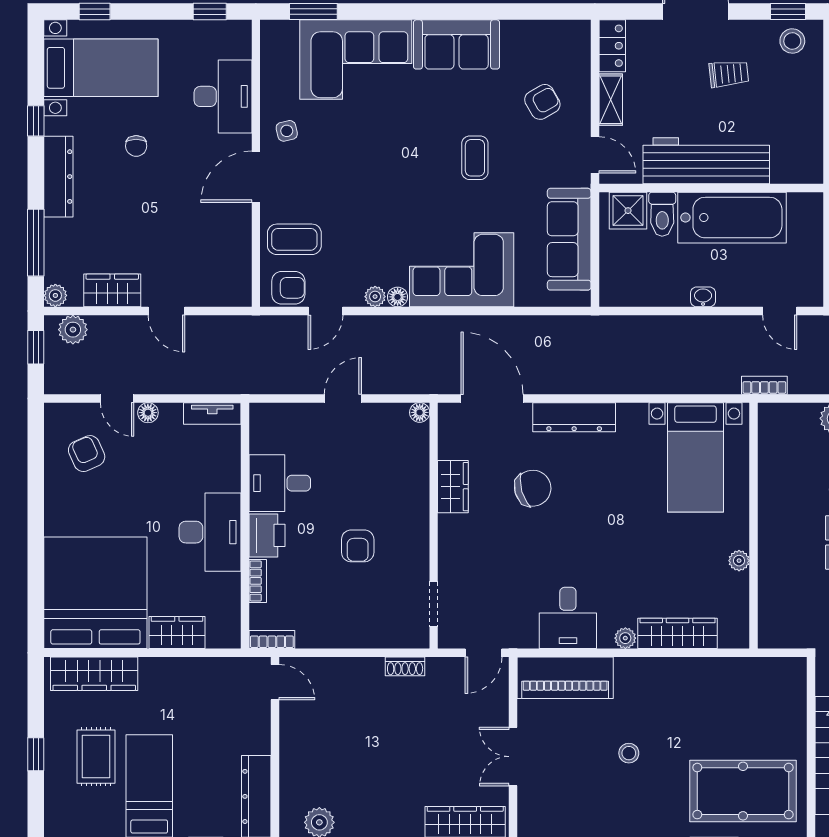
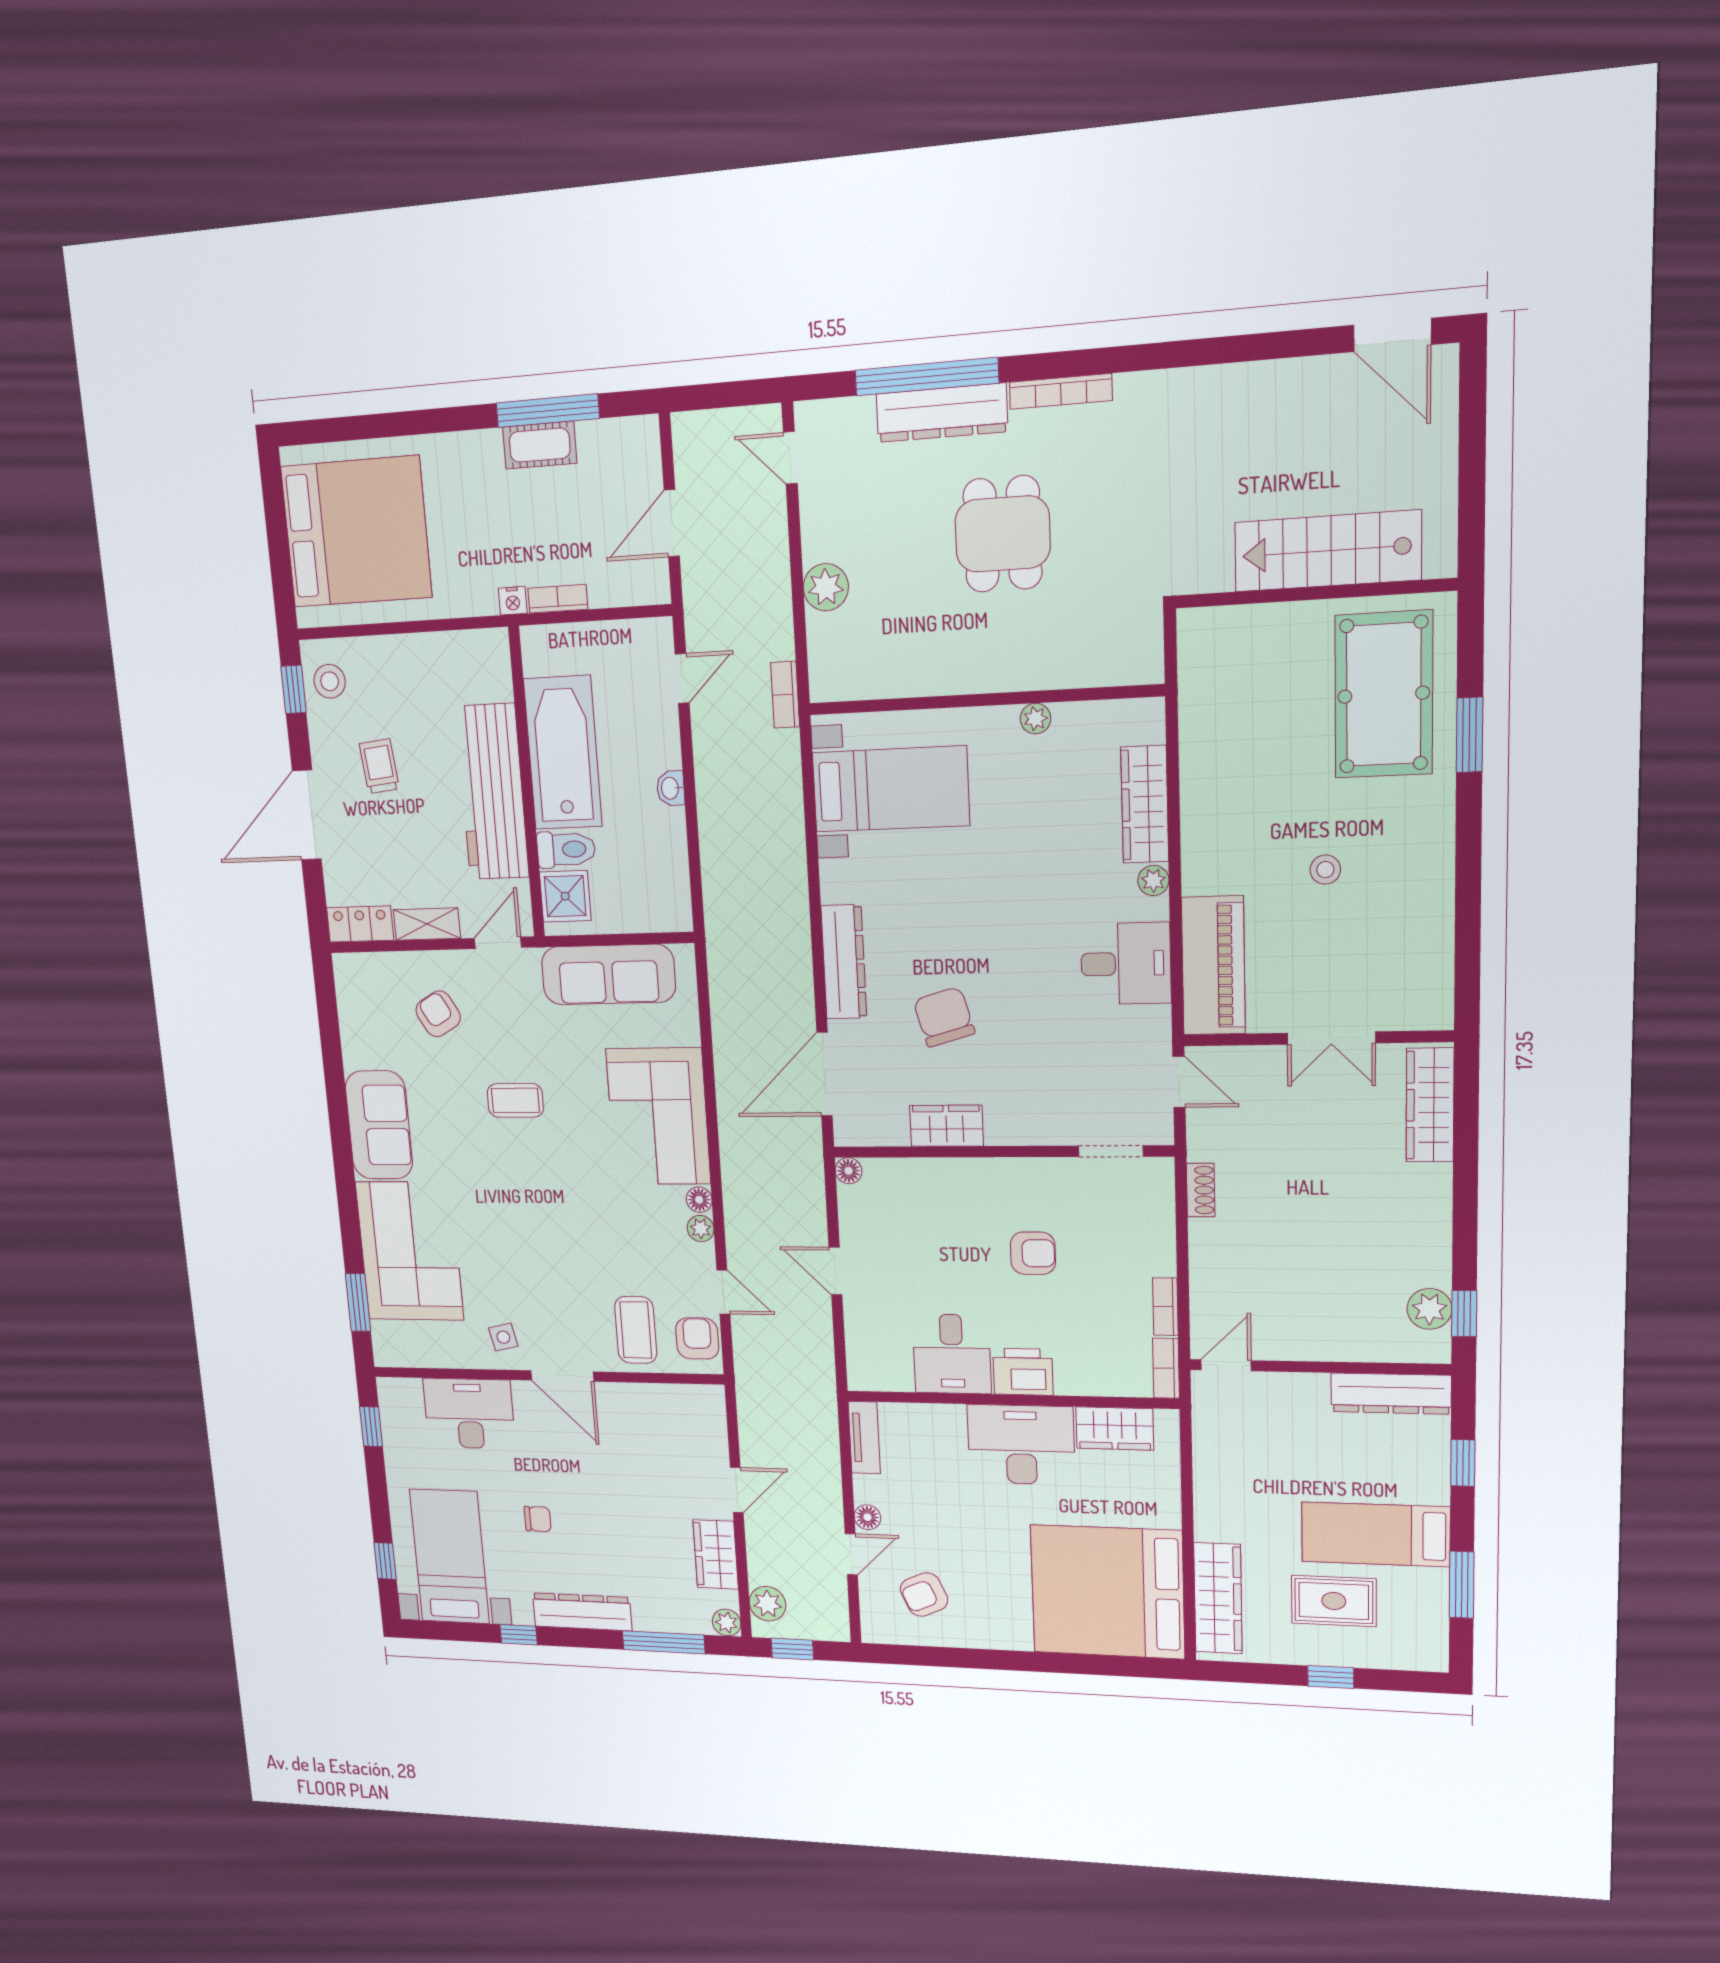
bookcase: (258, 581) -> (1165, 1307), moved, turned -90
wardrobe: (177, 632) -> (1115, 1428), moved, turned -90

